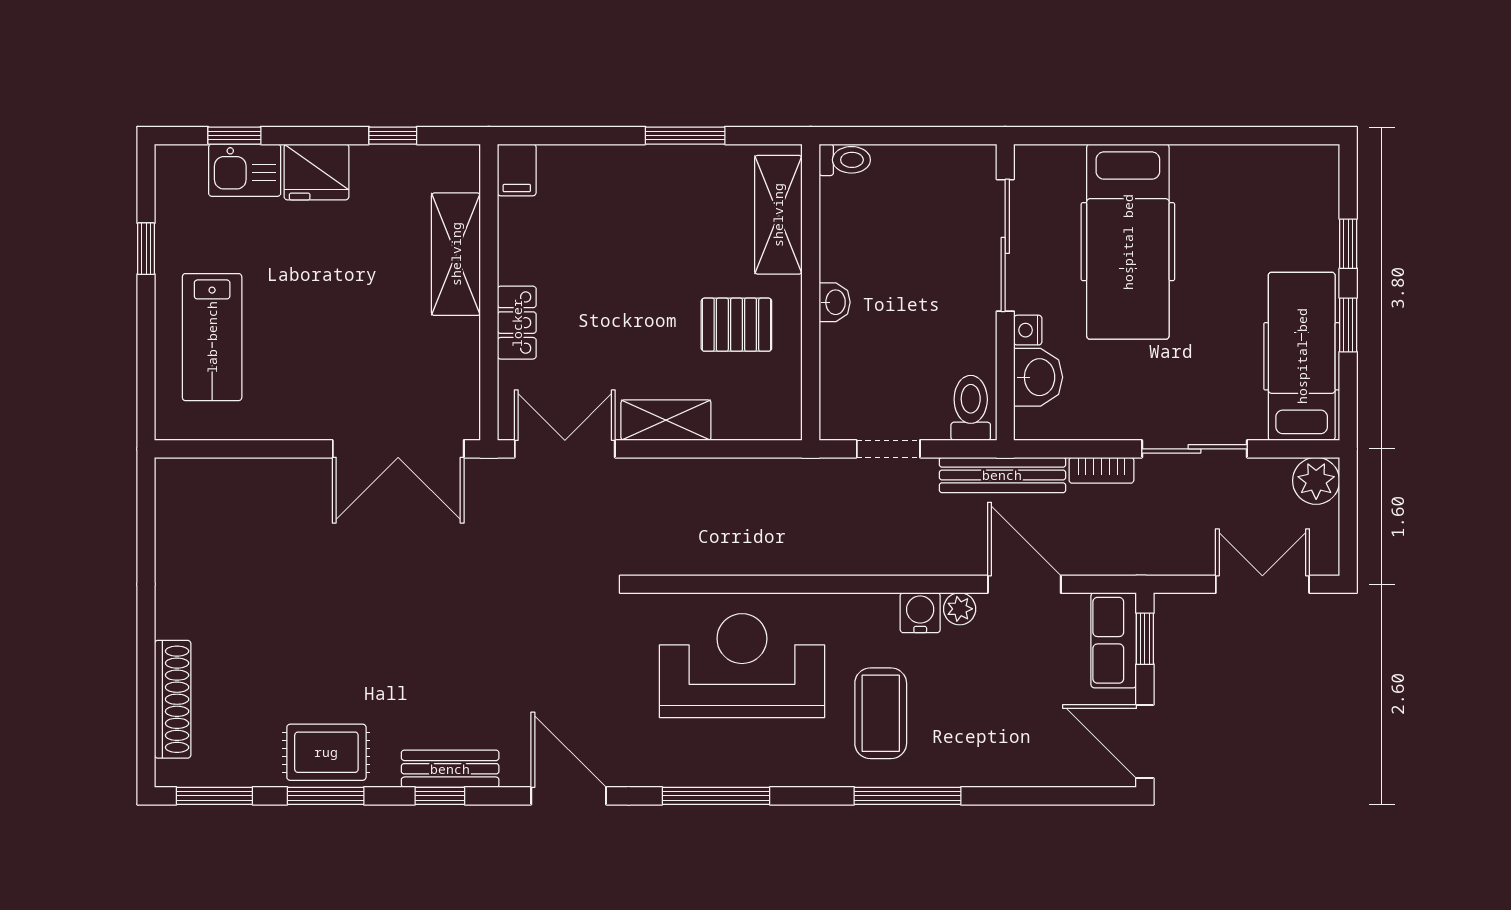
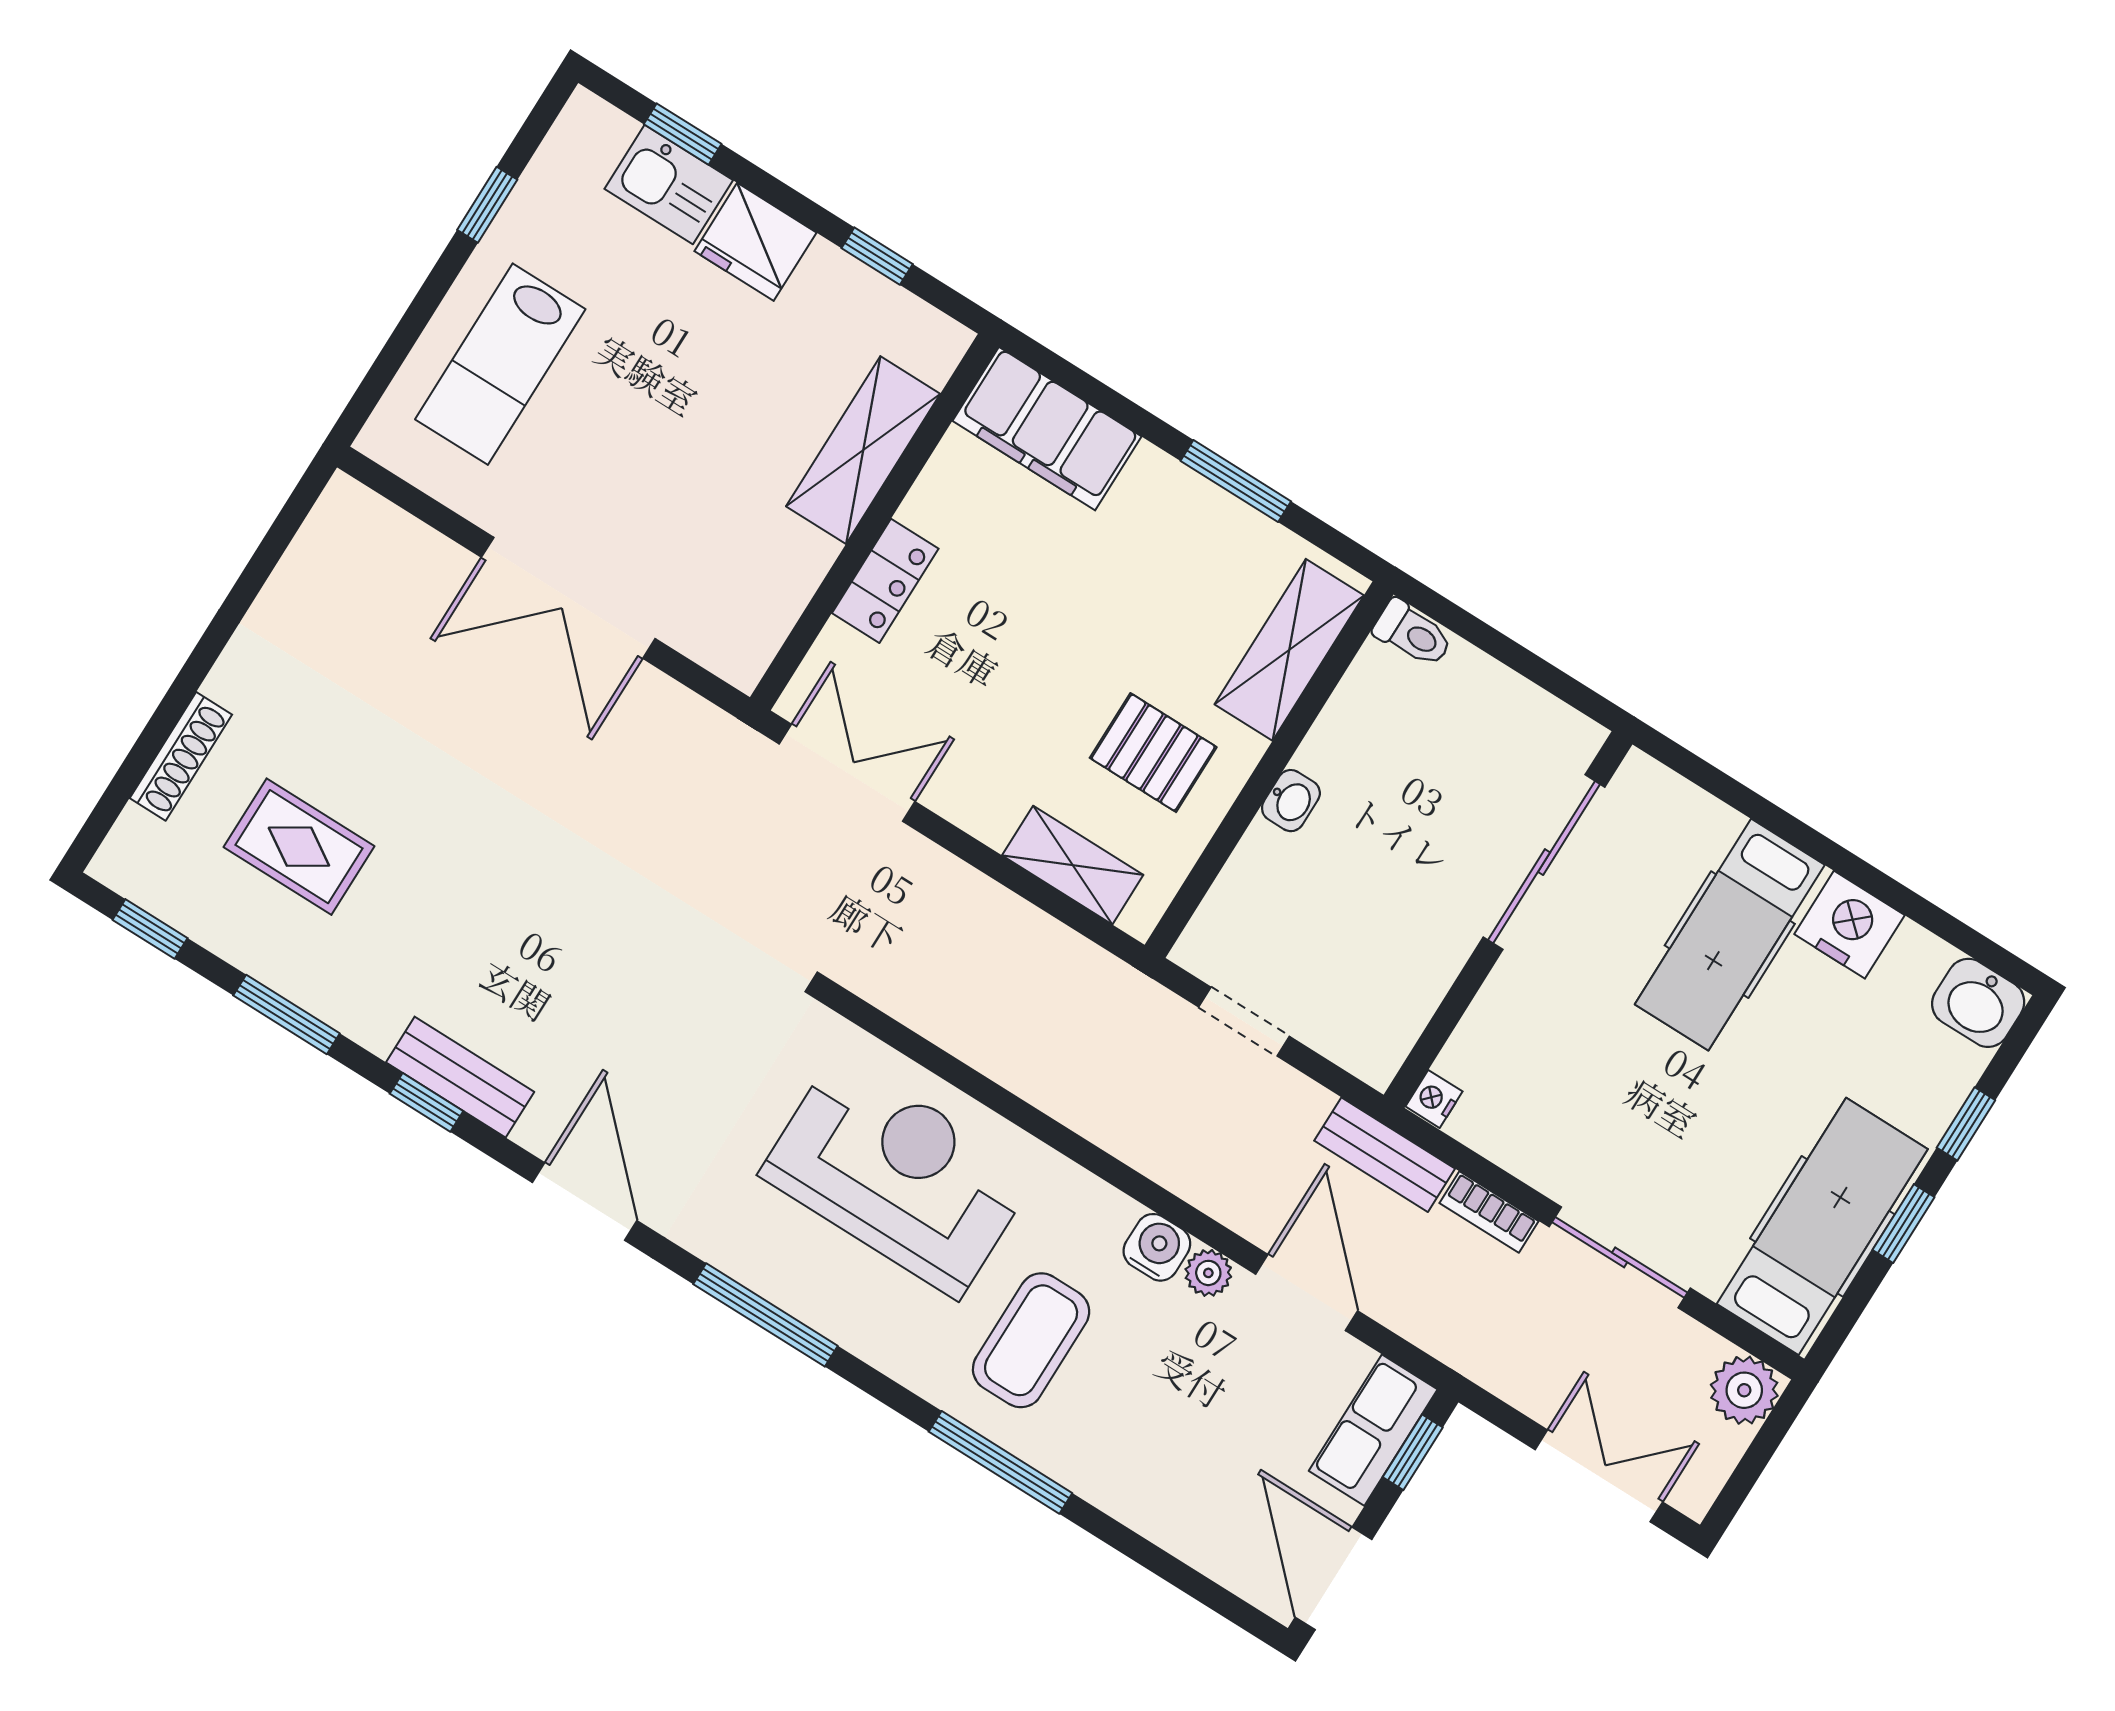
filing cabinet: (517, 170) -> (1047, 429), width x3.00, depth x1.17
nightstand: (1207, 170) -> (1849, 925), added
hospital bed: (1128, 242) -> (1730, 935), width x0.73, depth x0.78
nightstand: (1028, 330) -> (1434, 1099), moved
washbasin: (1038, 377) -> (1978, 1003), moved, turned 90
toilet: (971, 408) -> (1377, 1035), removed
shelving: (666, 420) -> (1073, 865), moved
double door: (398, 449) -> (568, 598), moved
bench: (1002, 475) -> (1385, 1155), width x0.73
shoe rack: (173, 699) -> (181, 756), width x0.74, depth x0.81
rug: (326, 752) -> (299, 847), moved
window: (214, 796) -> (150, 929), width x0.67

